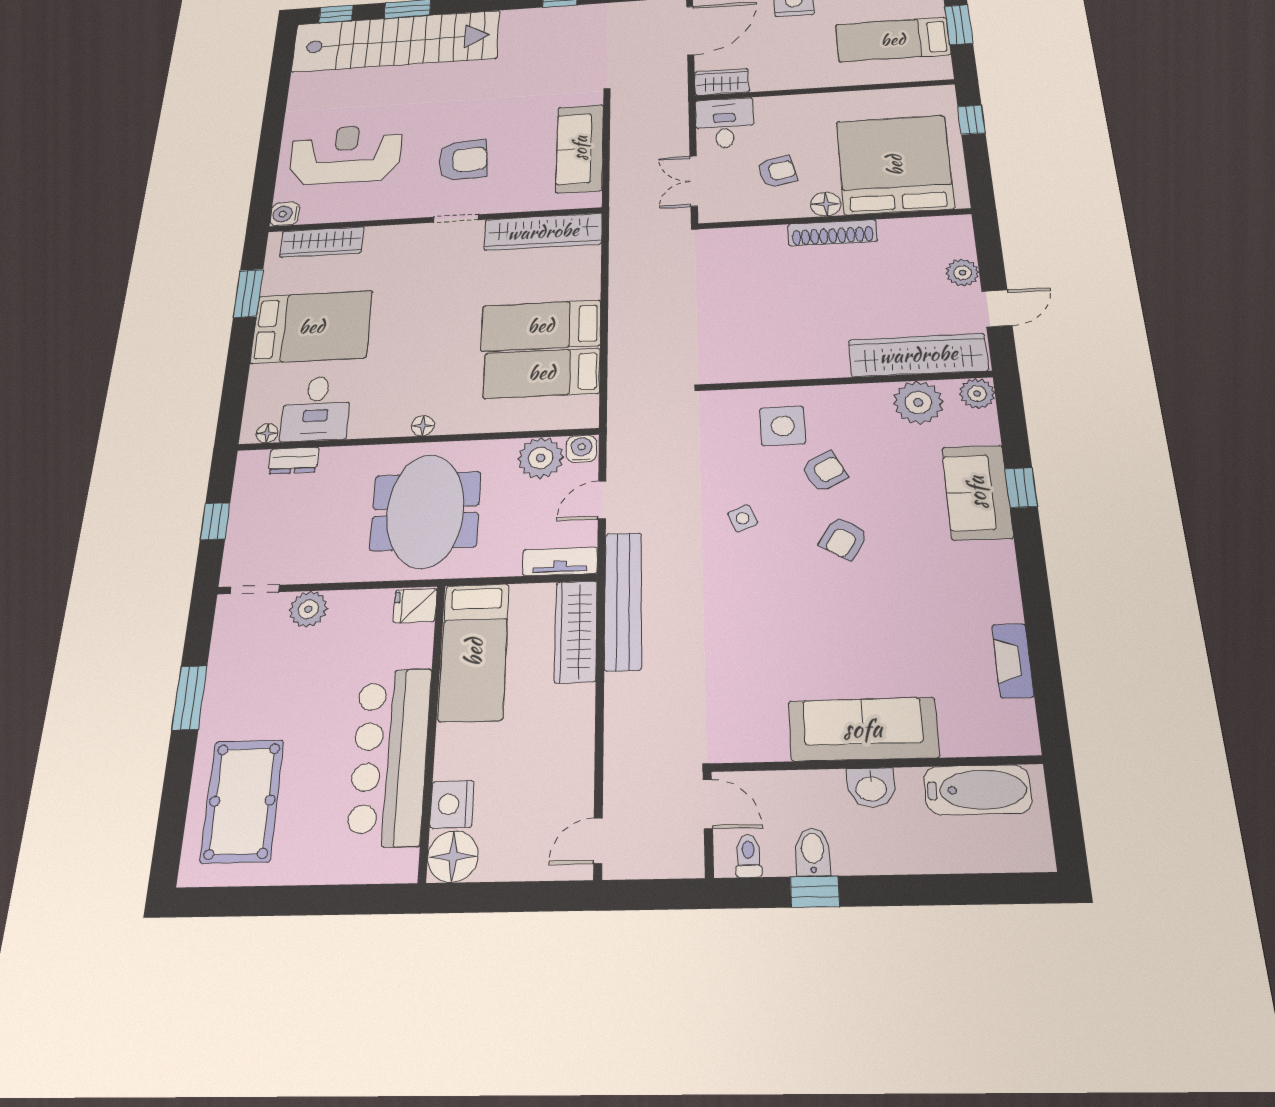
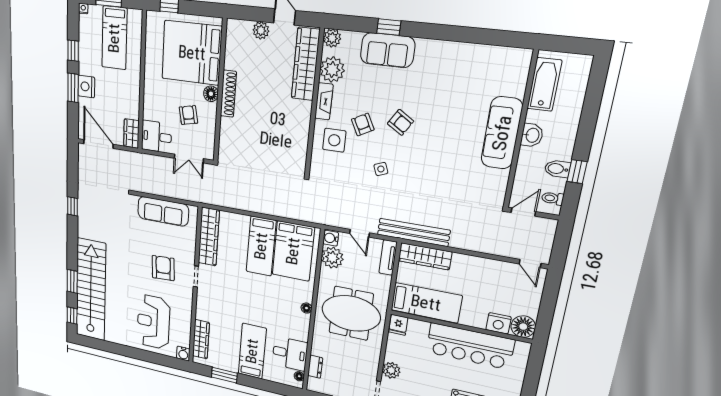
bed: (312, 327) -> (252, 351), width x0.67
bed: (542, 373) -> (293, 251), width x1.50
fireplace: (1013, 661) -> (324, 101), moved, turned -90

